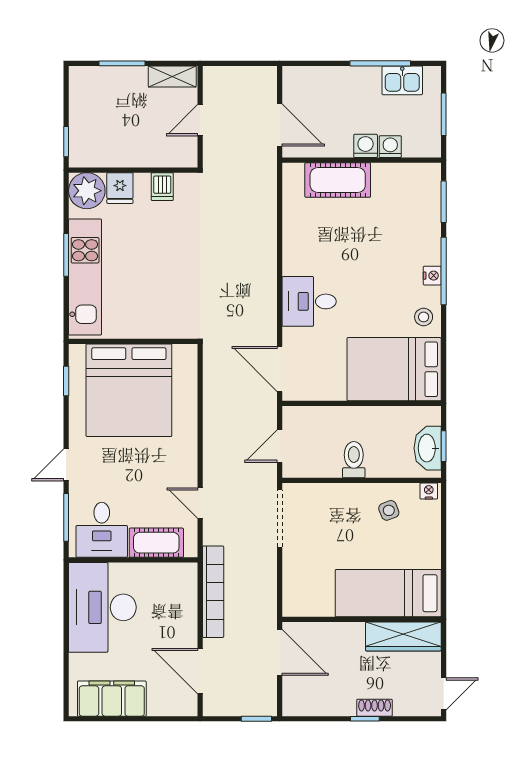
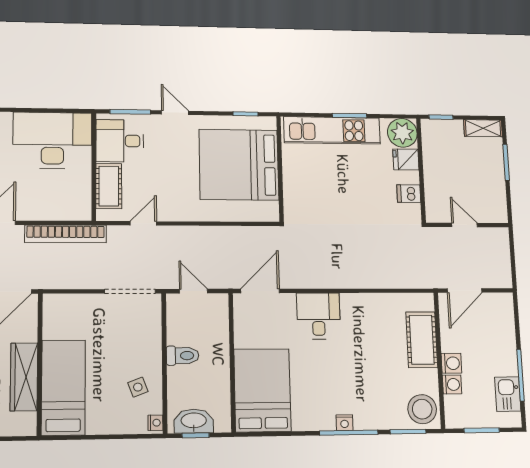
shelving: (172, 76) -> (483, 128), moved, turned 90
stool: (424, 317) -> (422, 409), moved, width x1.89, depth x1.89
wardrobe: (403, 637) -> (24, 377), moved

